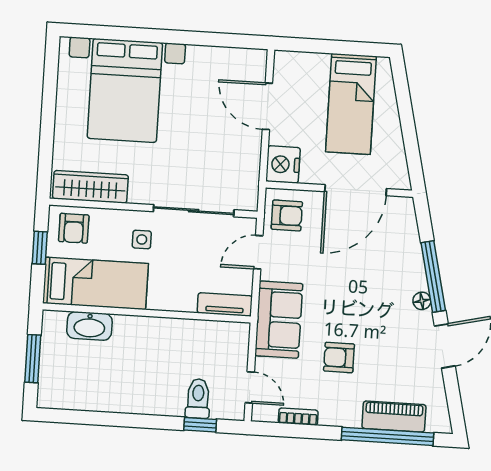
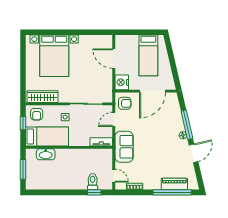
armchair: (339, 357) -> (150, 161), removed

